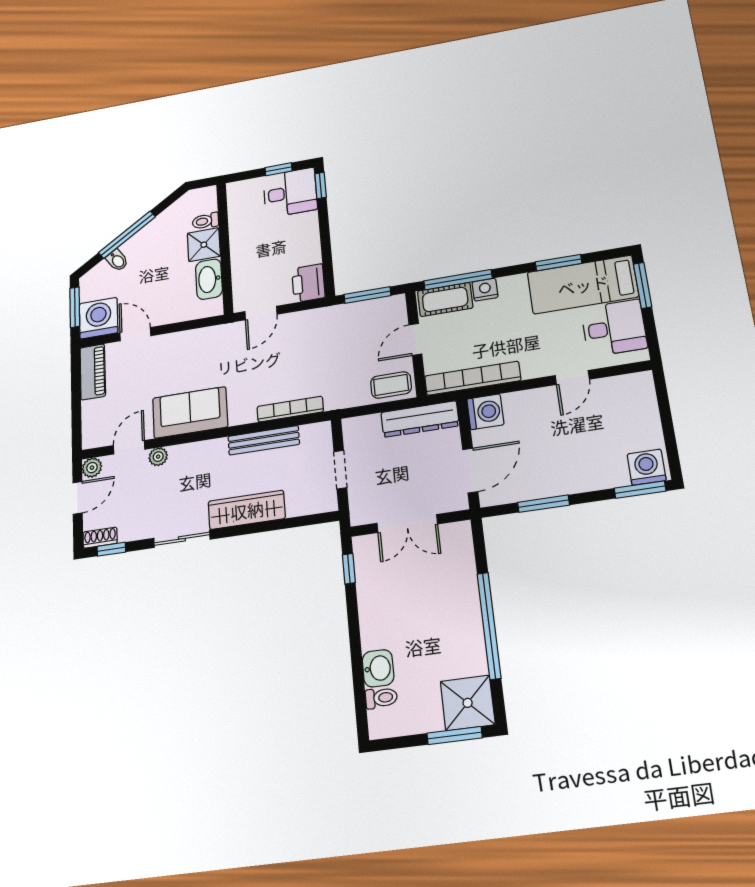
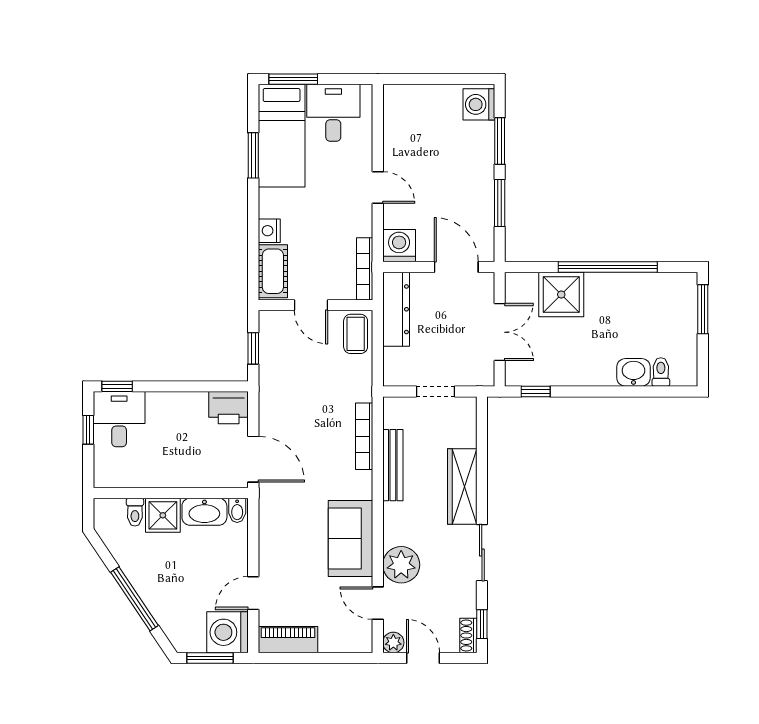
bidet: (117, 260) -> (237, 510), moved, turned 124
window: (458, 280) -> (253, 256), removed
window: (367, 295) -> (253, 348), width x0.67
door: (261, 313) -> (253, 459), width x1.38
door: (572, 377) -> (378, 187), moved
bookcase: (473, 378) -> (365, 269), width x0.68, depth x0.76
plant: (158, 457) -> (401, 565), width x1.87, depth x1.87
window: (640, 490) -> (500, 141), moved
shower: (468, 703) -> (561, 294), moved

